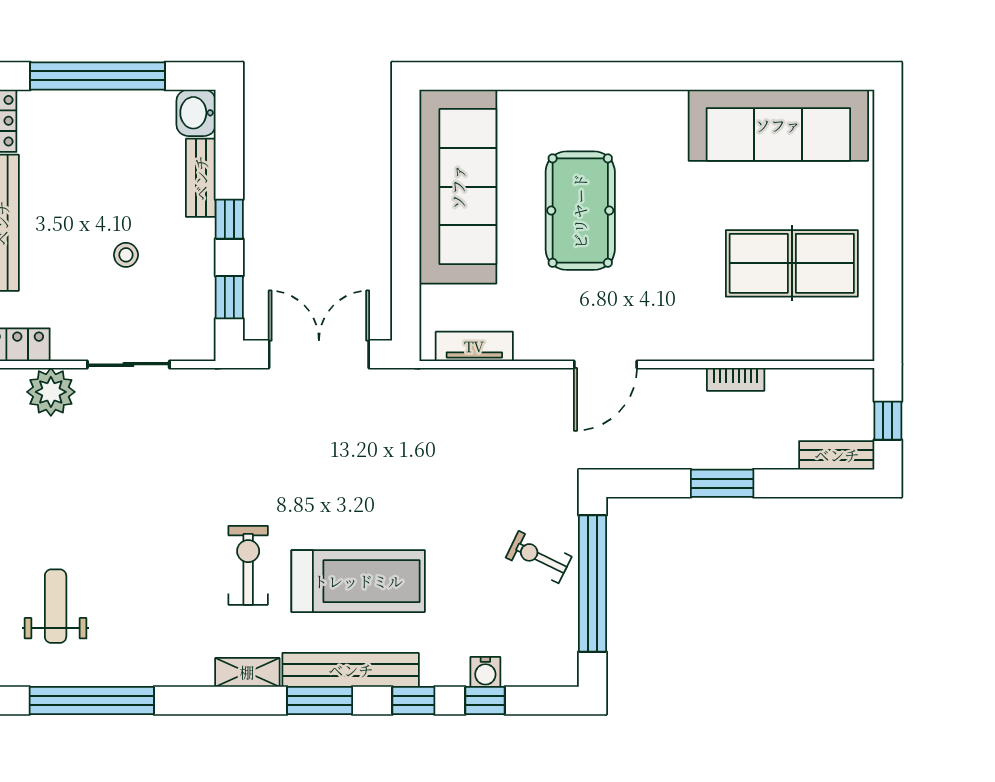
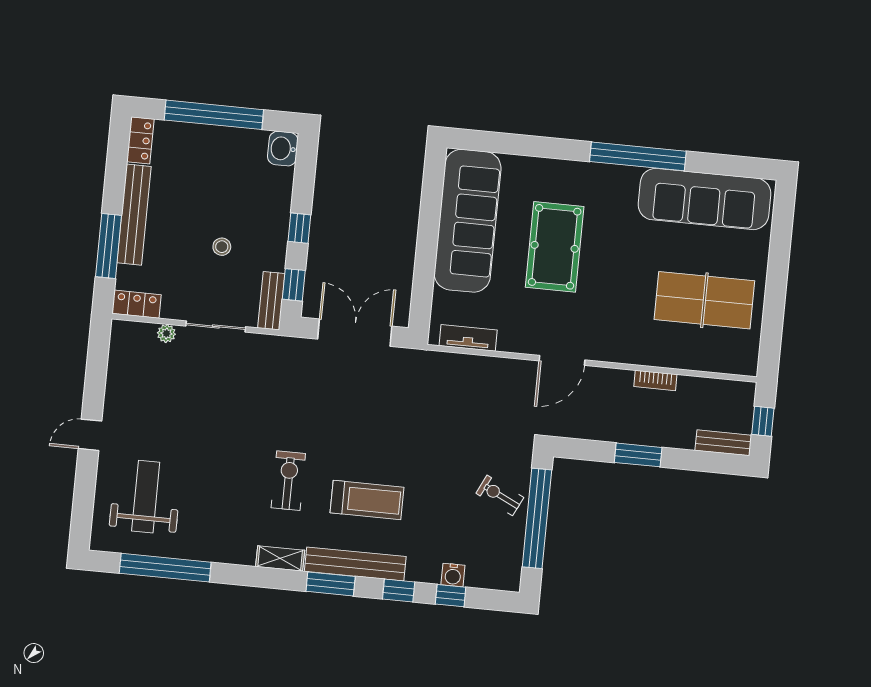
window: (682, 76) -> (638, 156), added
bench: (201, 178) -> (271, 301), moved
plant: (51, 392) -> (166, 333), width x0.53, depth x0.53
treadmill: (358, 581) -> (367, 500), width x0.73, depth x0.73
weight bench: (56, 606) -> (146, 497), width x1.36, depth x1.33

